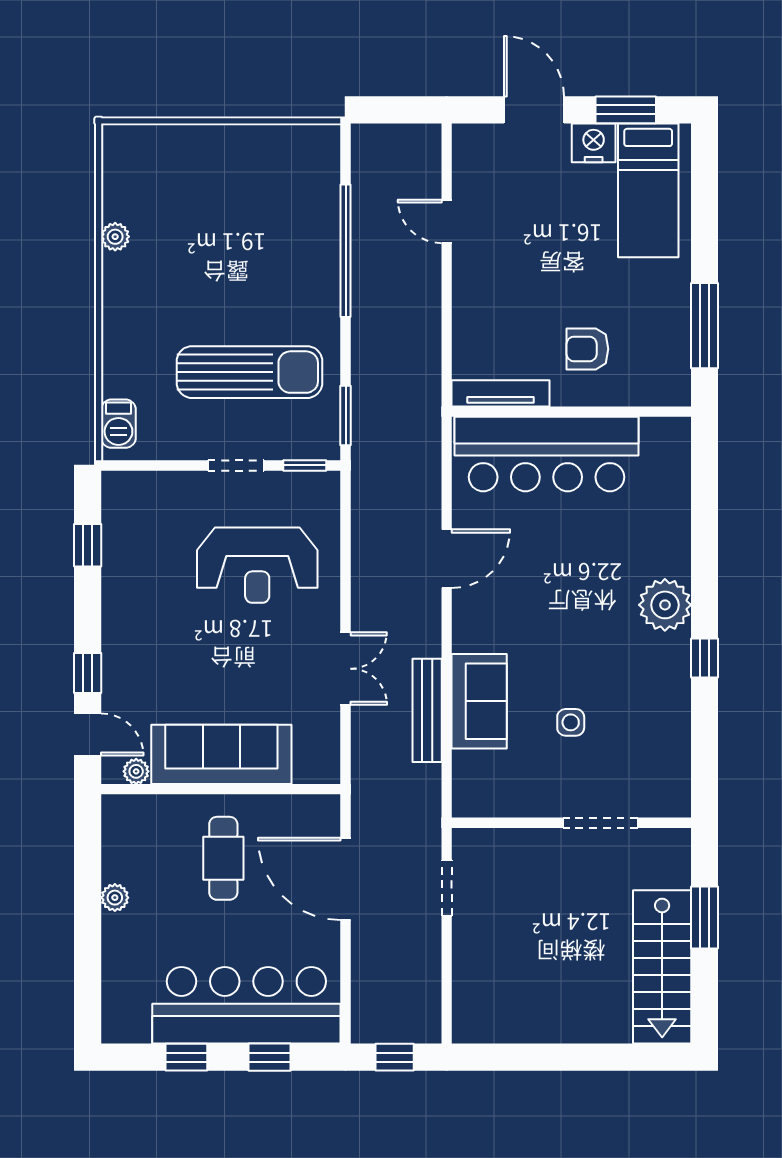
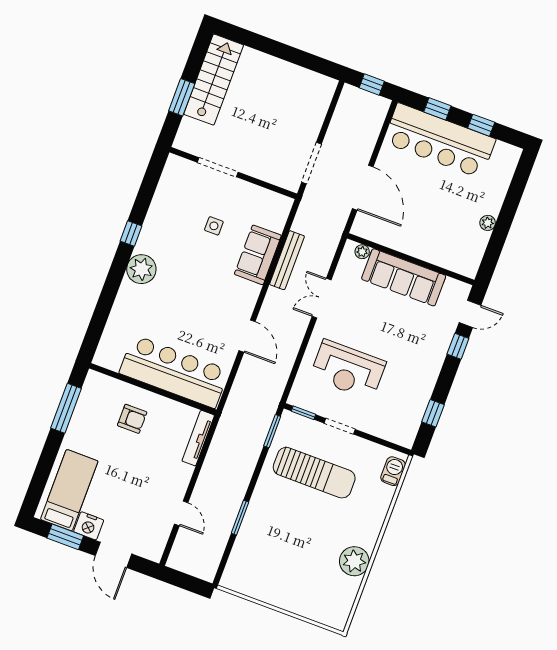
plant: (115, 237) -> (354, 561), width x1.88, depth x1.88
window: (346, 251) -> (240, 518), width x0.47
sun lounger: (249, 372) -> (314, 473), turned 180
tv unit: (500, 393) -> (198, 438), moved, turned 90
door: (447, 559) -> (247, 336), swing flipped
reception desk: (257, 565) -> (348, 370), turned 180
door: (88, 734) -> (470, 314), swing flipped
plant: (136, 771) -> (362, 252), moved
cafe table: (223, 858) -> (423, 222), removed
doorway: (447, 888) -> (311, 163), width x1.38

